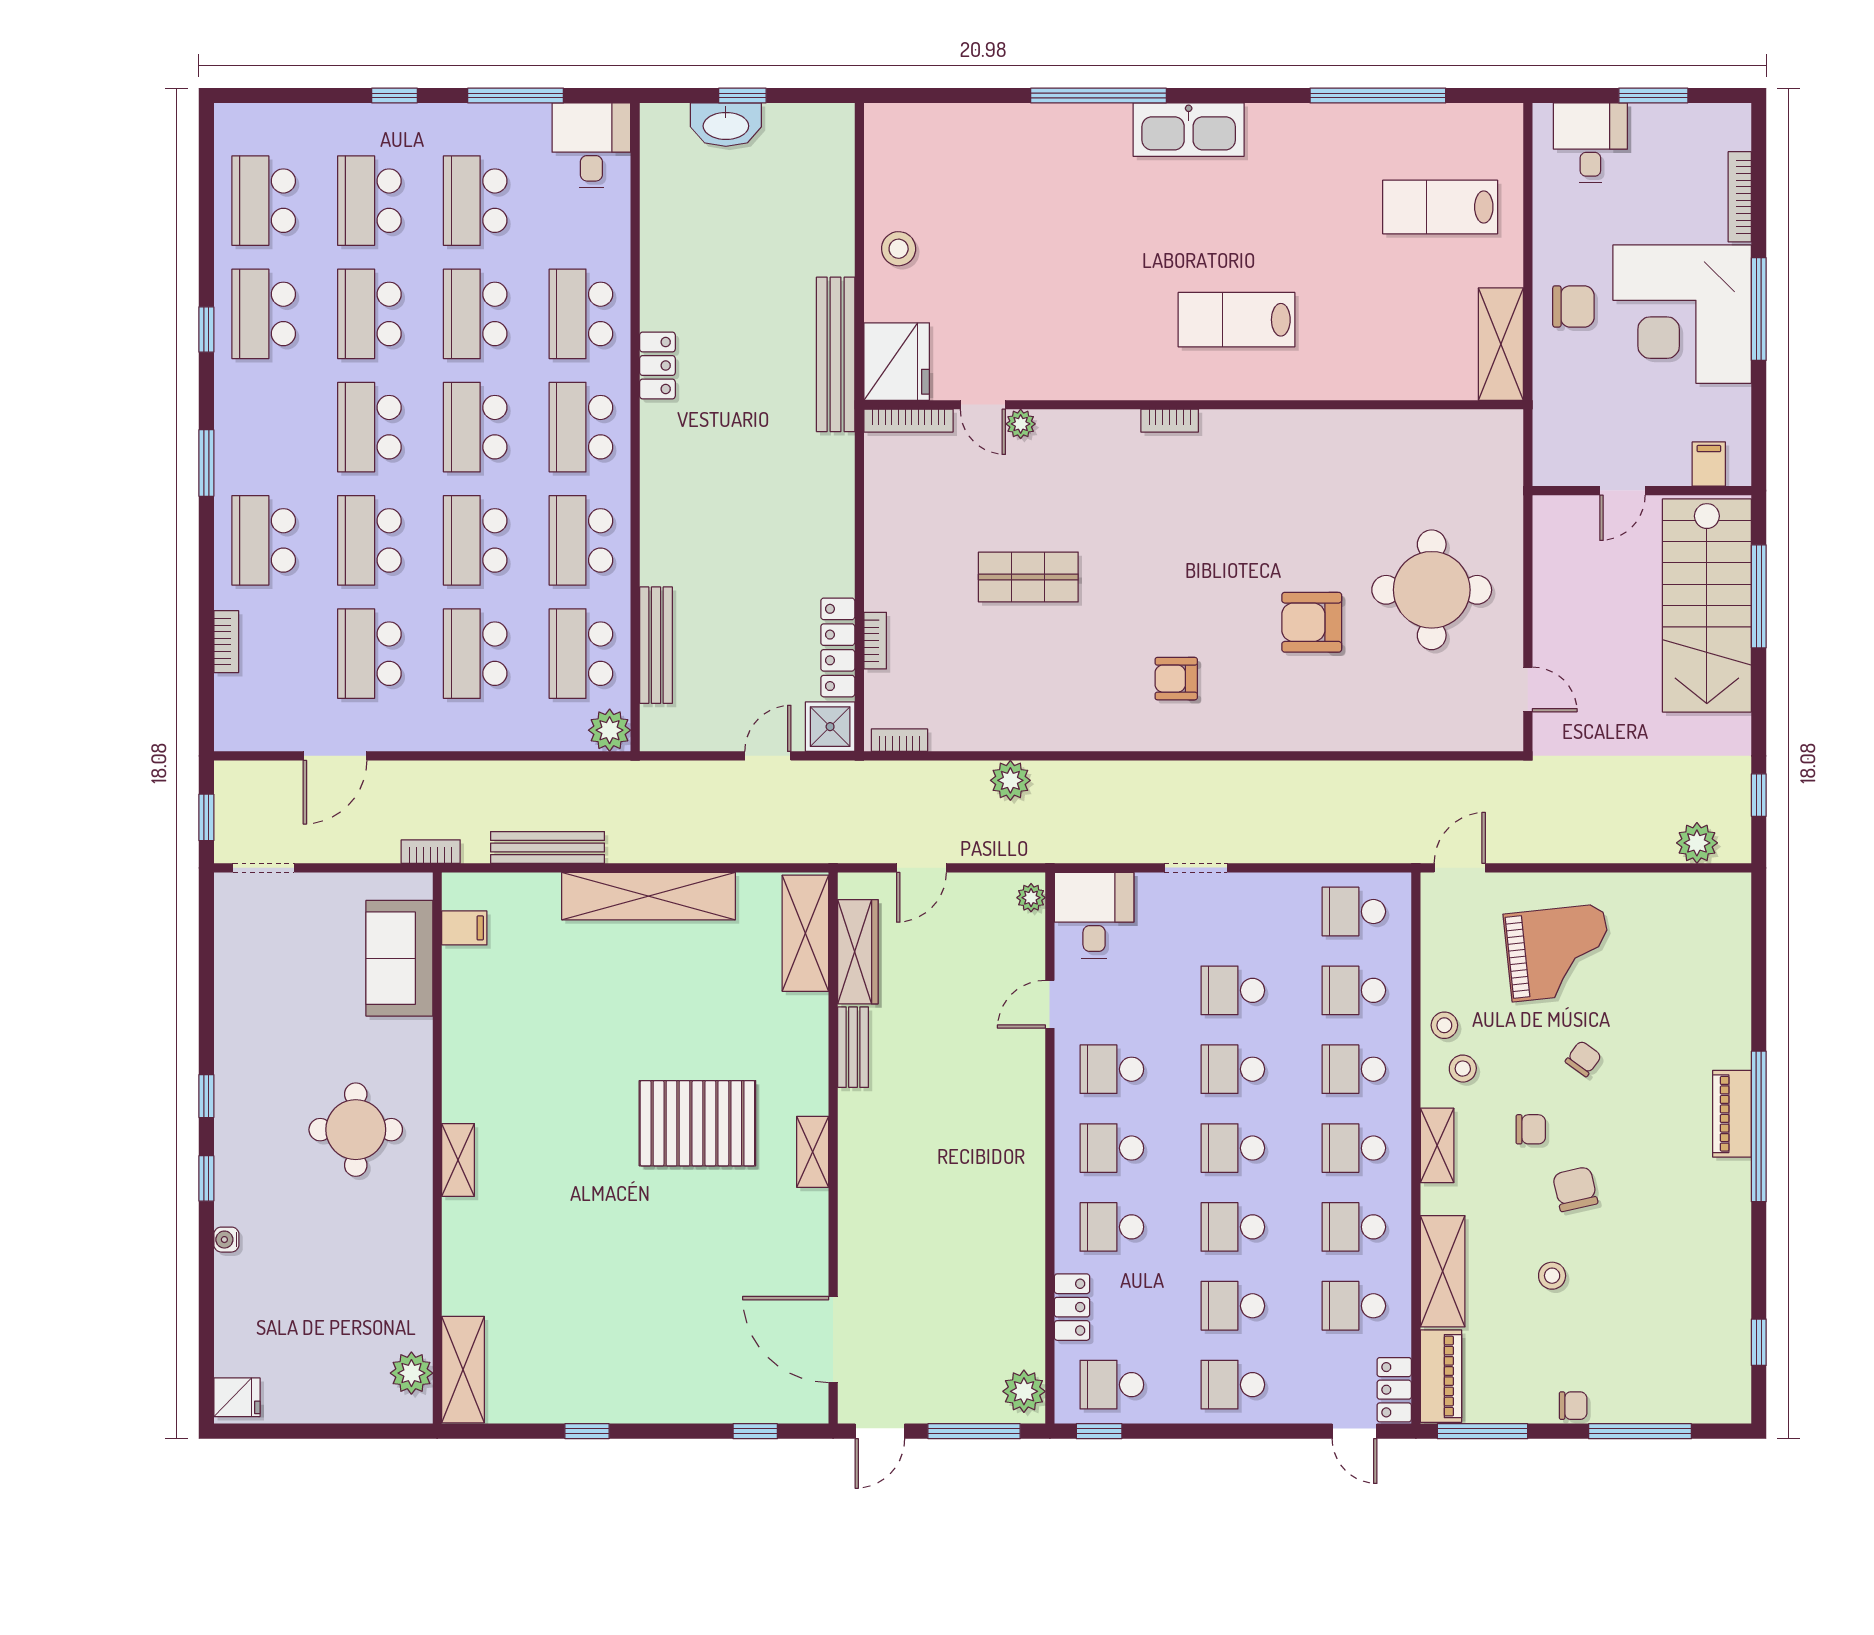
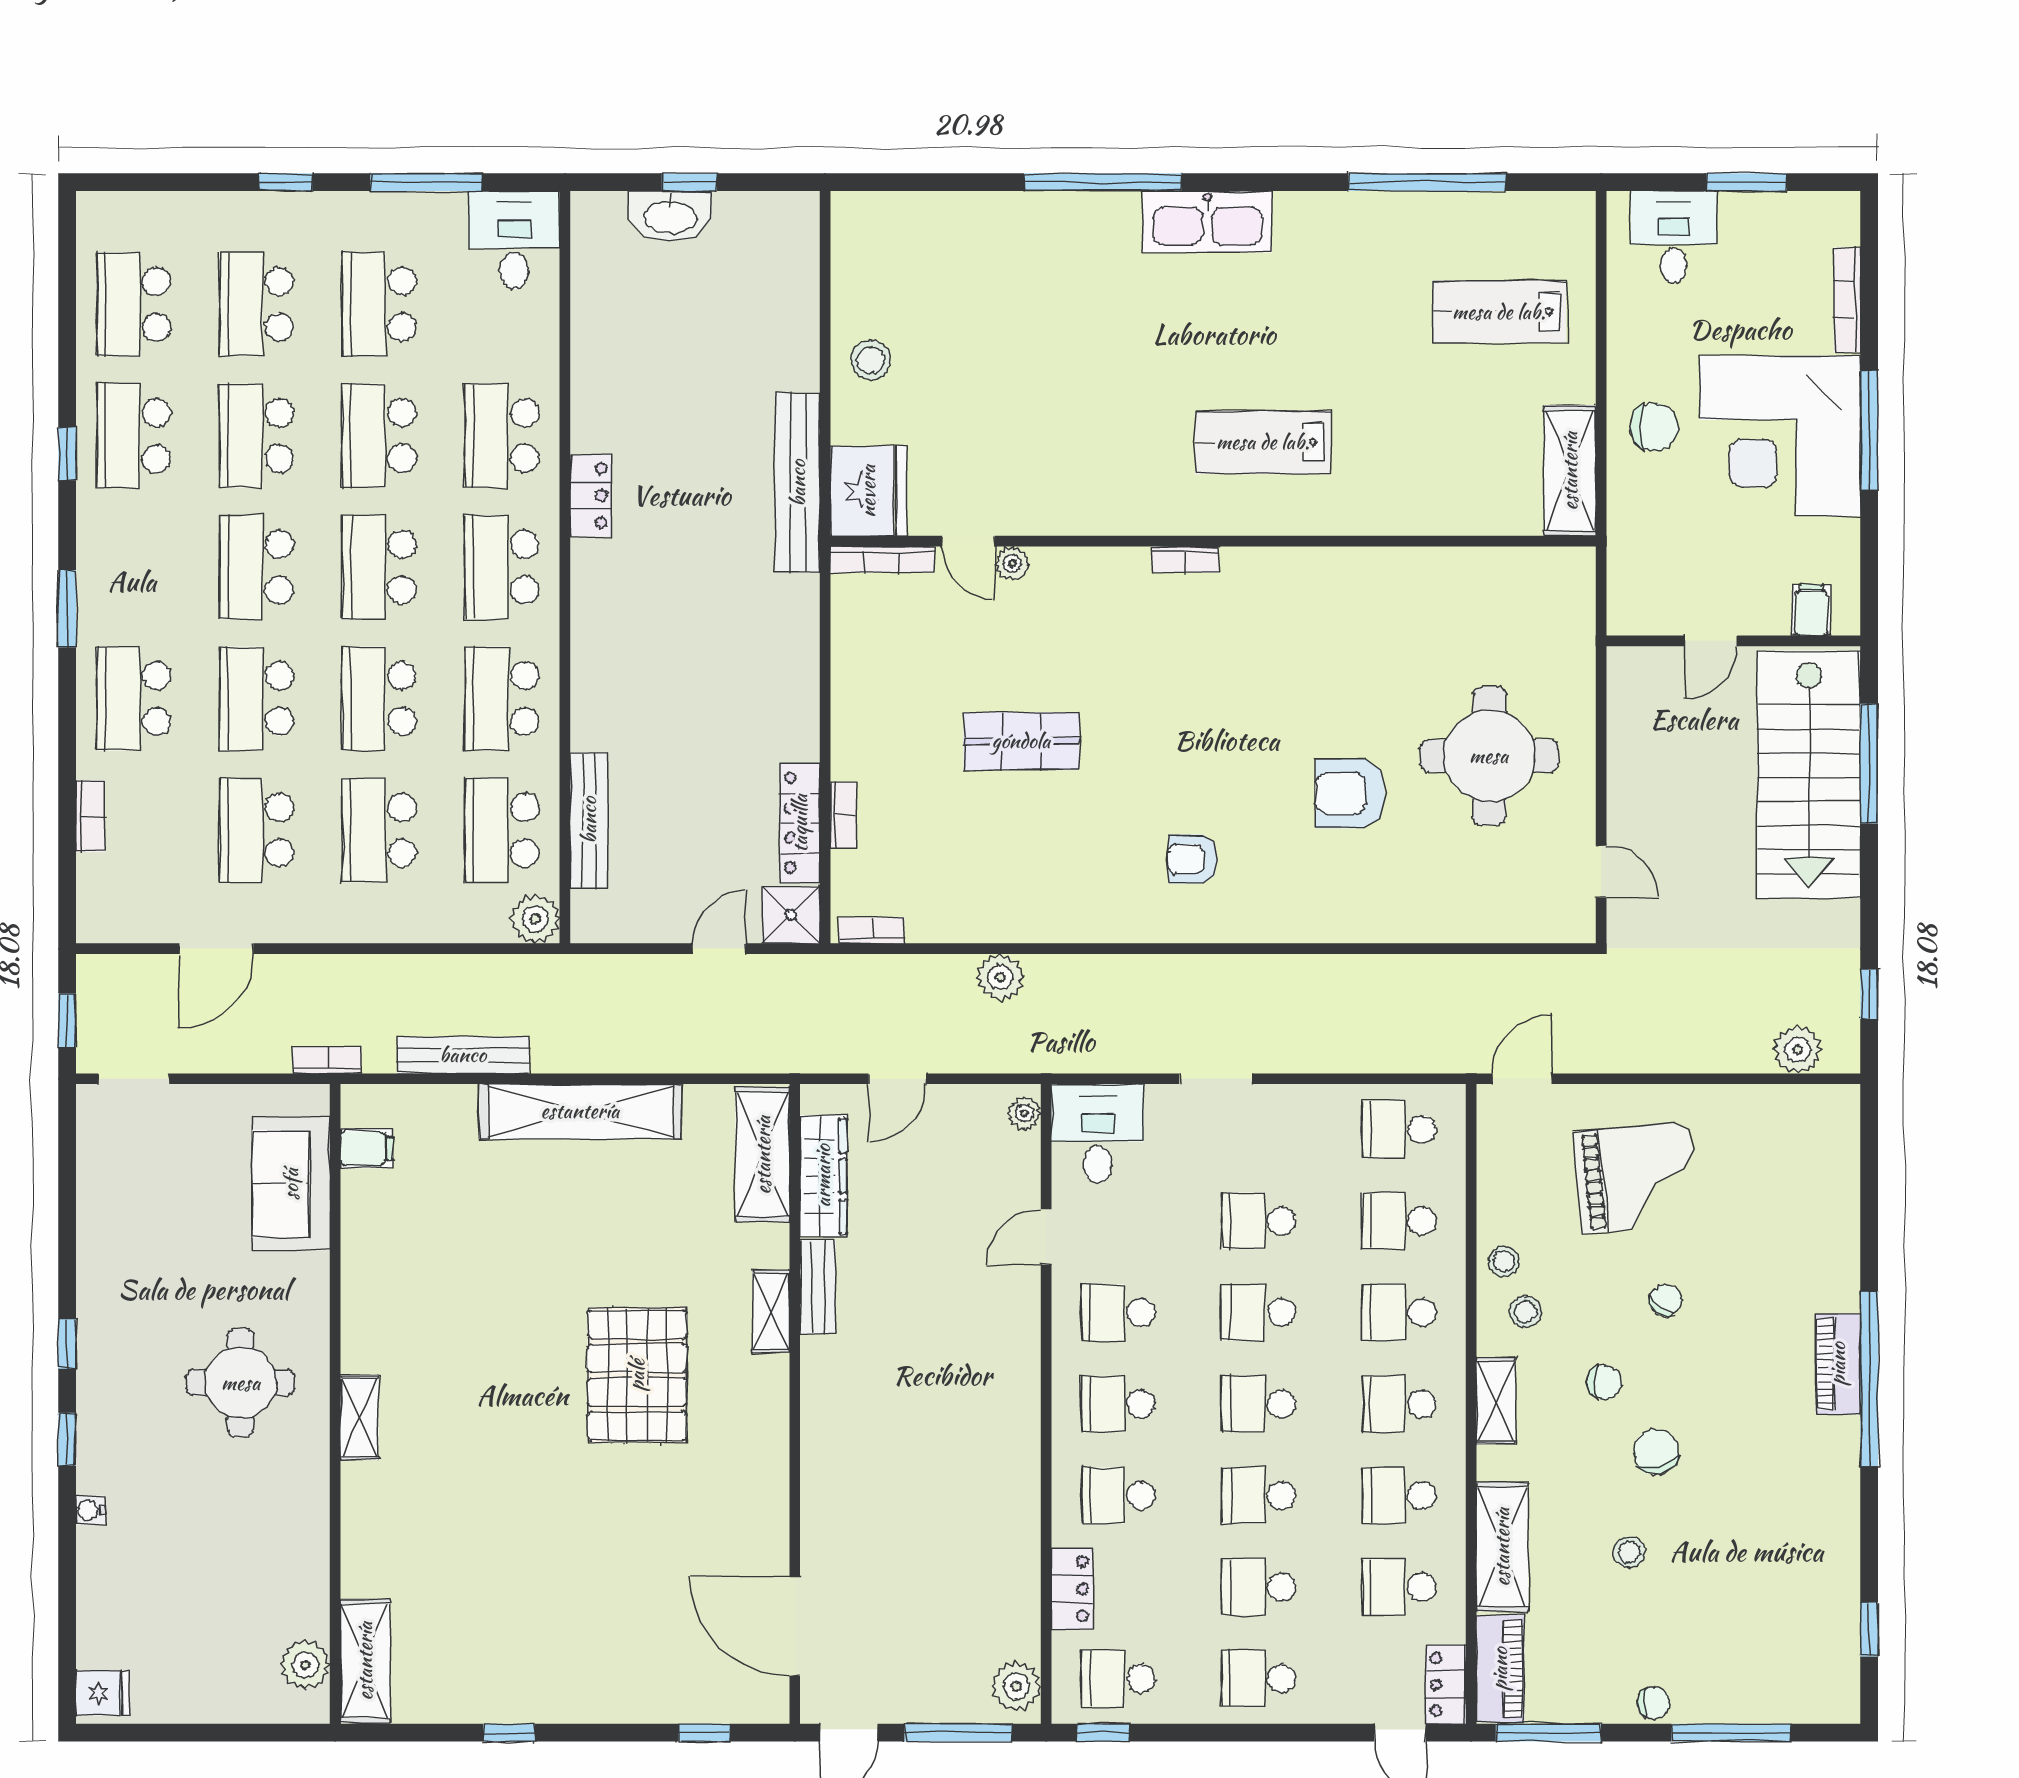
pallet: (697, 1123) -> (637, 1375), turned 90
shelving: (813, 1152) -> (771, 1311), moved

